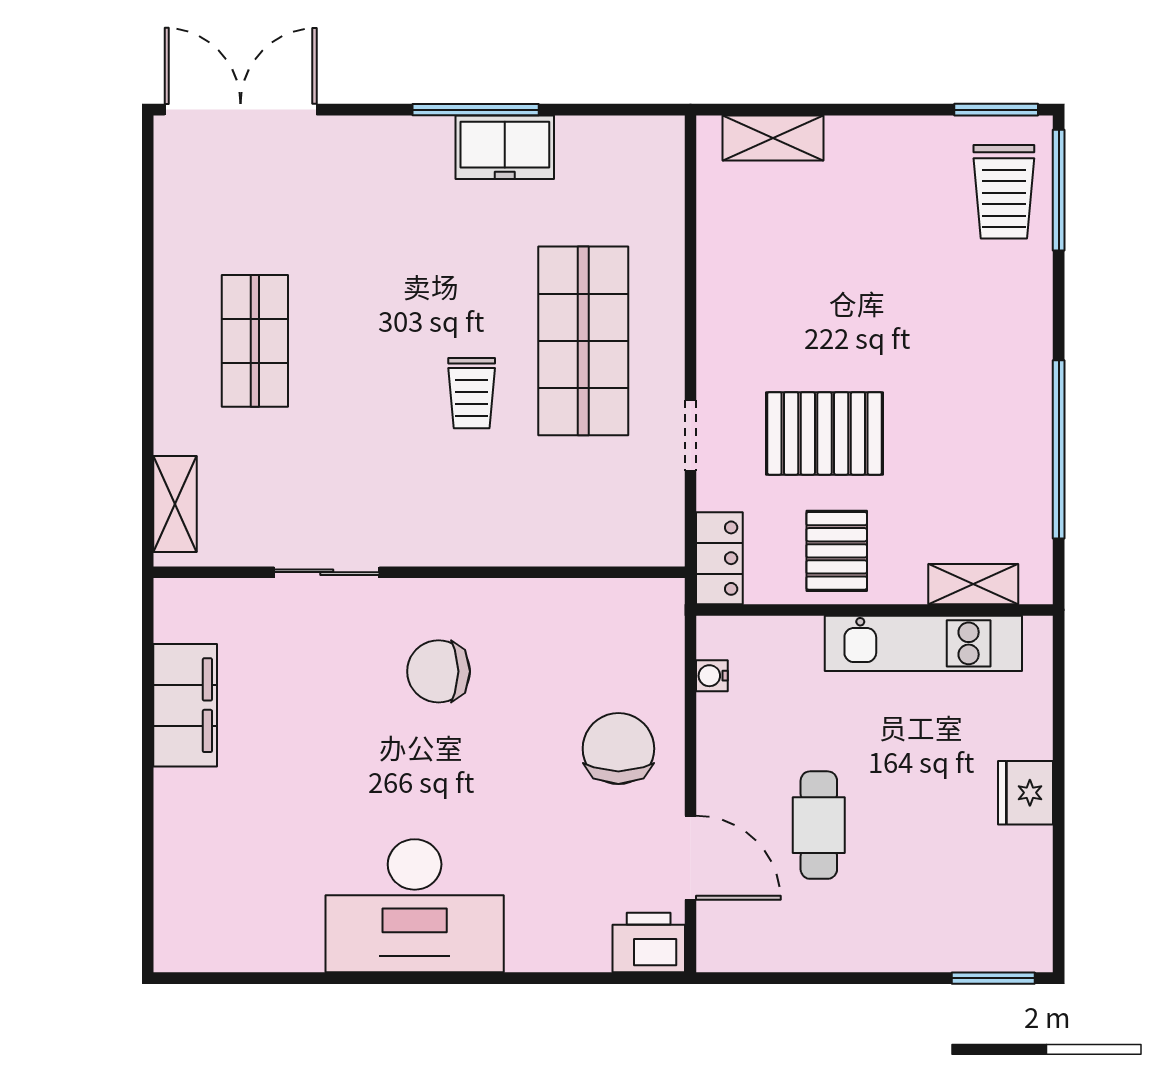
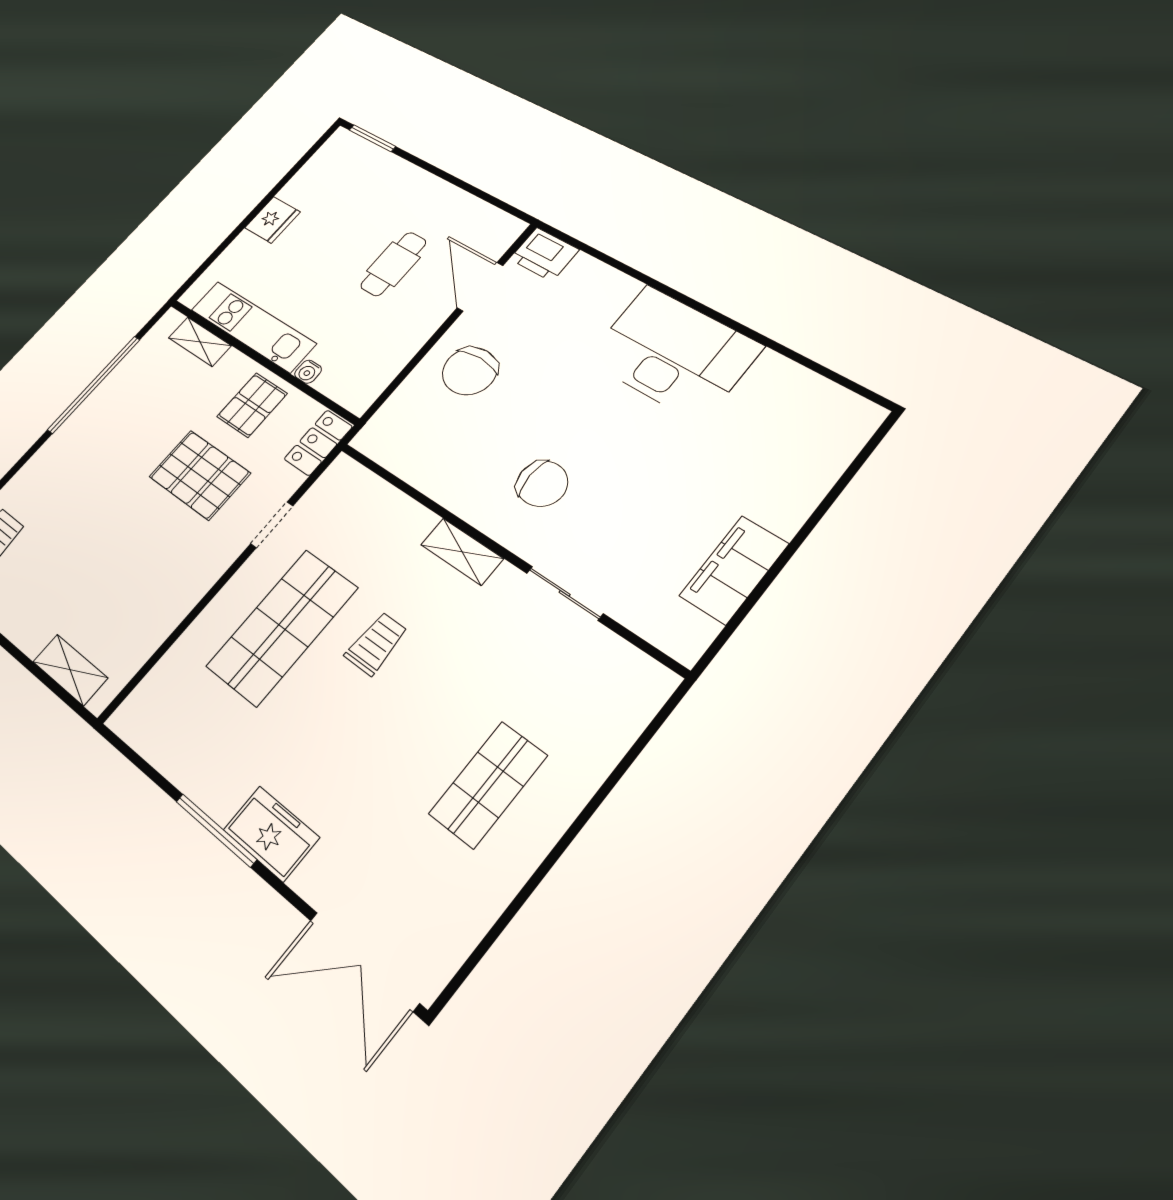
freezer: (505, 147) -> (271, 834), moved
shelving: (175, 504) -> (462, 552), moved, turned 90
water cooler: (712, 676) -> (308, 372), moved, turned 90

